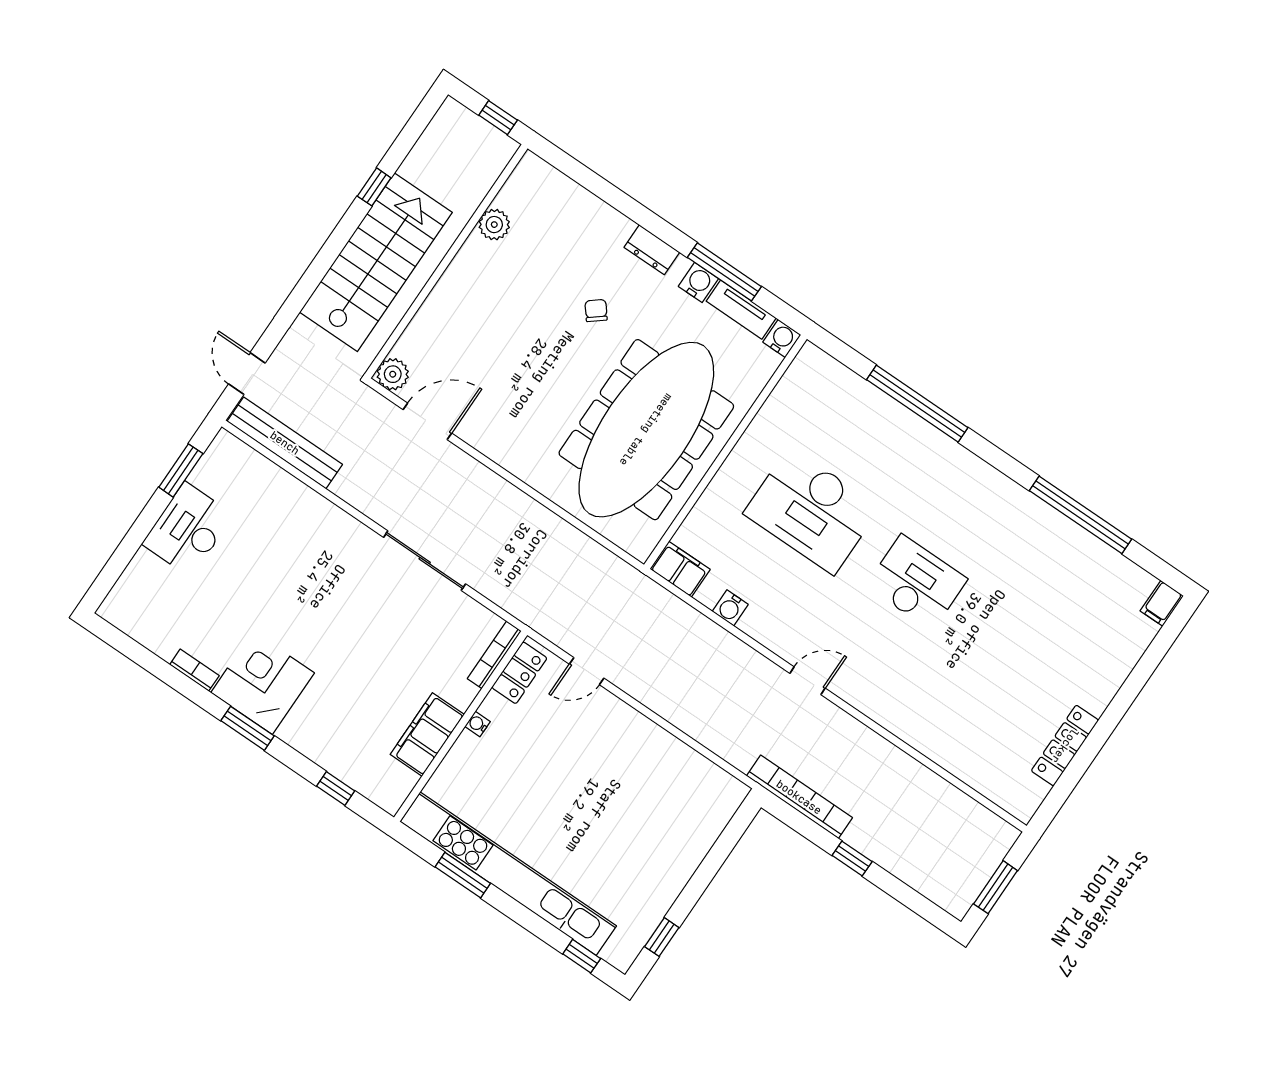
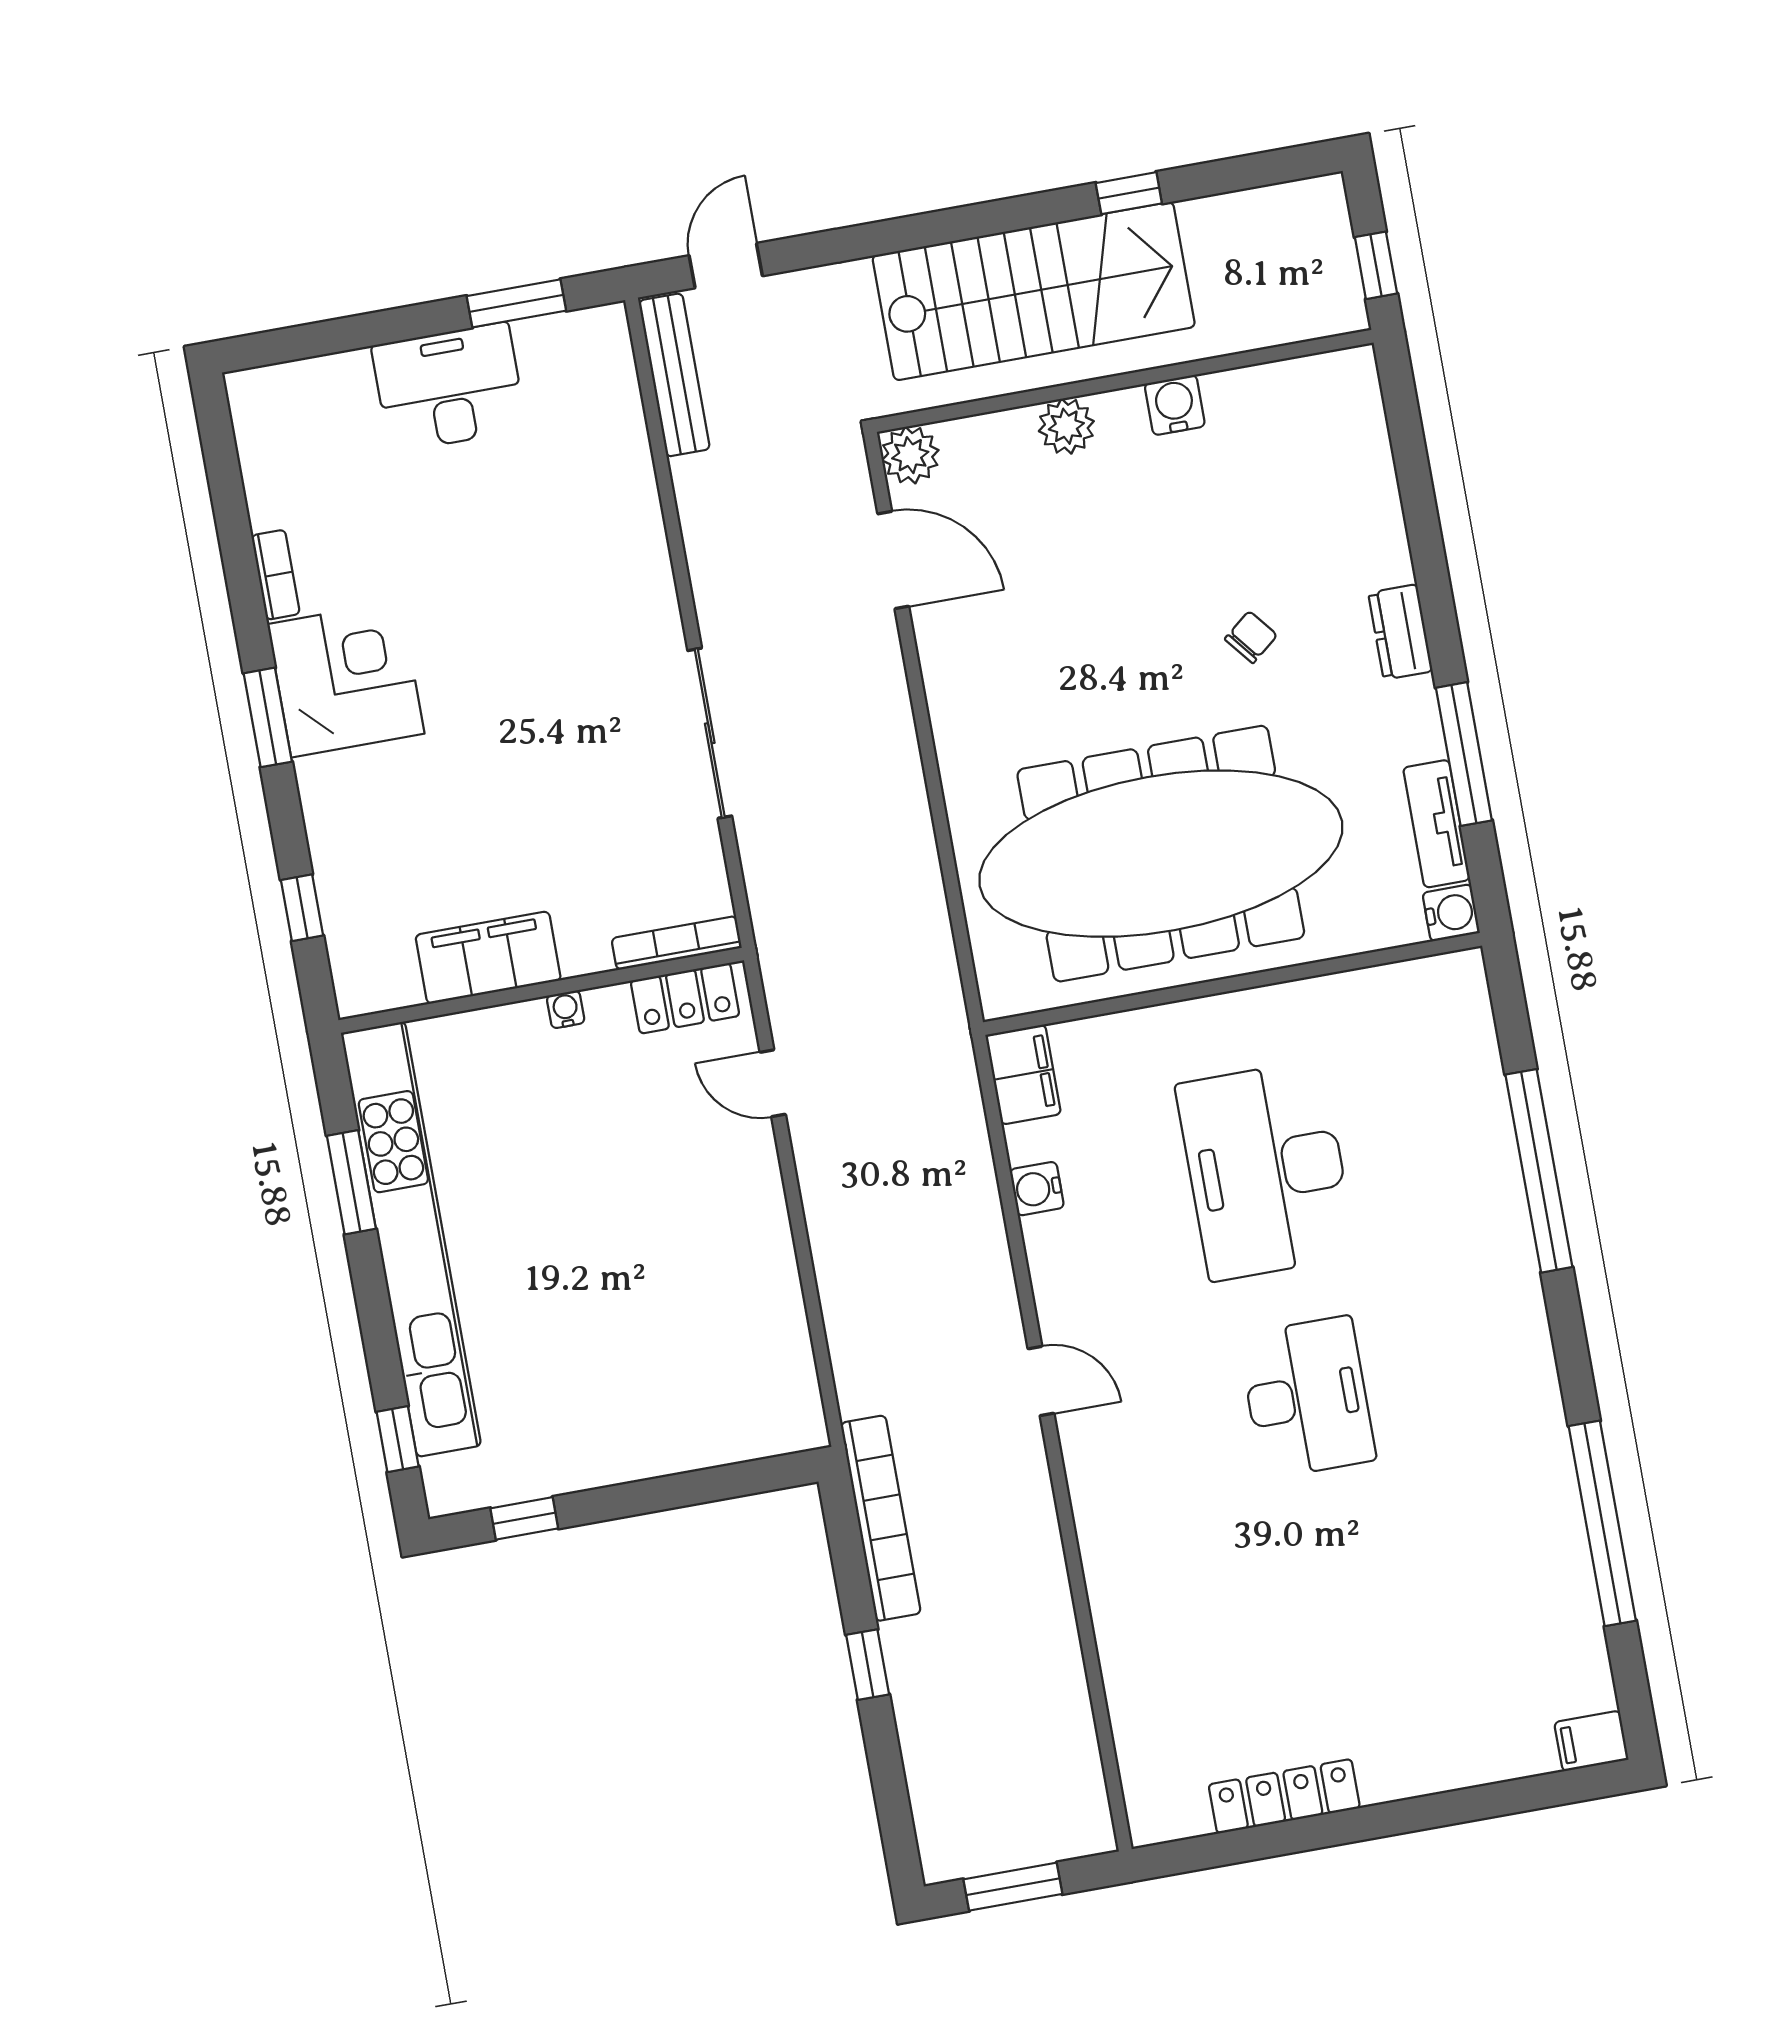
plant: (494, 225) -> (1066, 426), moved
water cooler: (698, 282) -> (1175, 405), moved, turned -90
bench: (285, 443) -> (674, 375), width x0.73, depth x0.82

